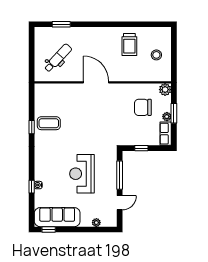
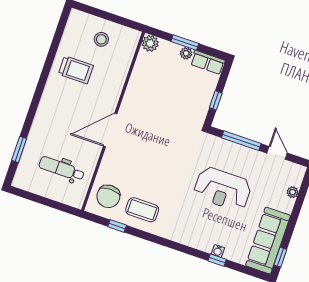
dental chair: (58, 58) -> (62, 169), turned -43
chair: (143, 107) -> (108, 196), moved
coffee table: (49, 123) -> (142, 210), turned 90
window: (32, 127) -> (117, 226), moved

